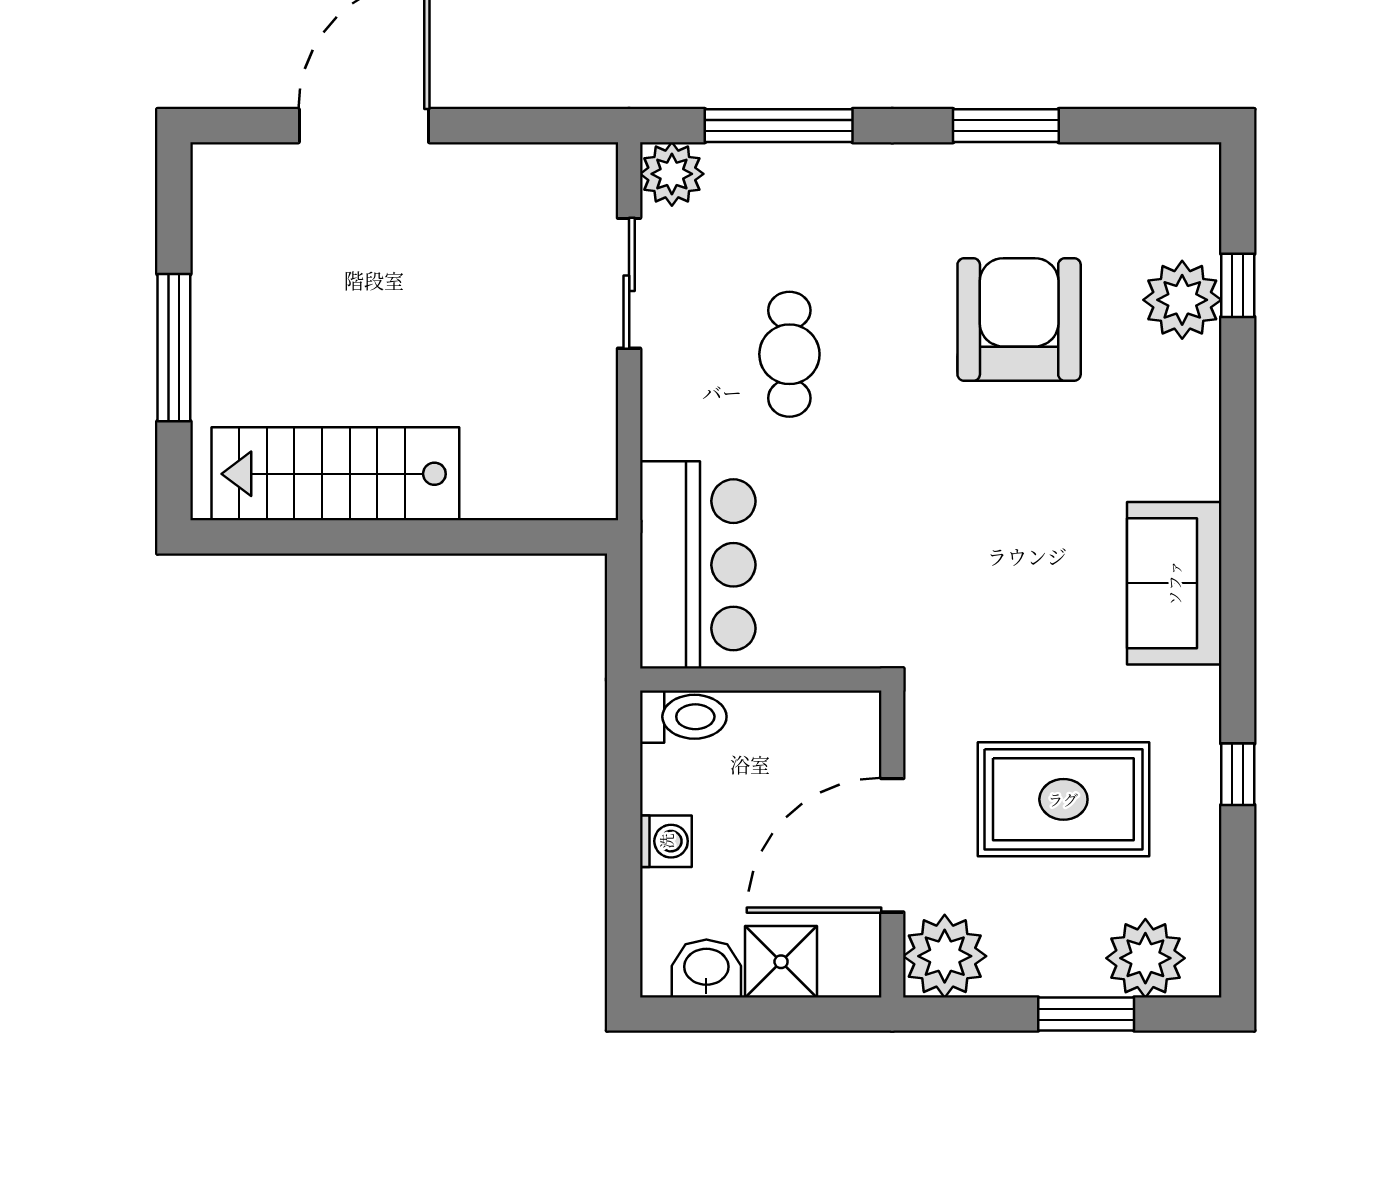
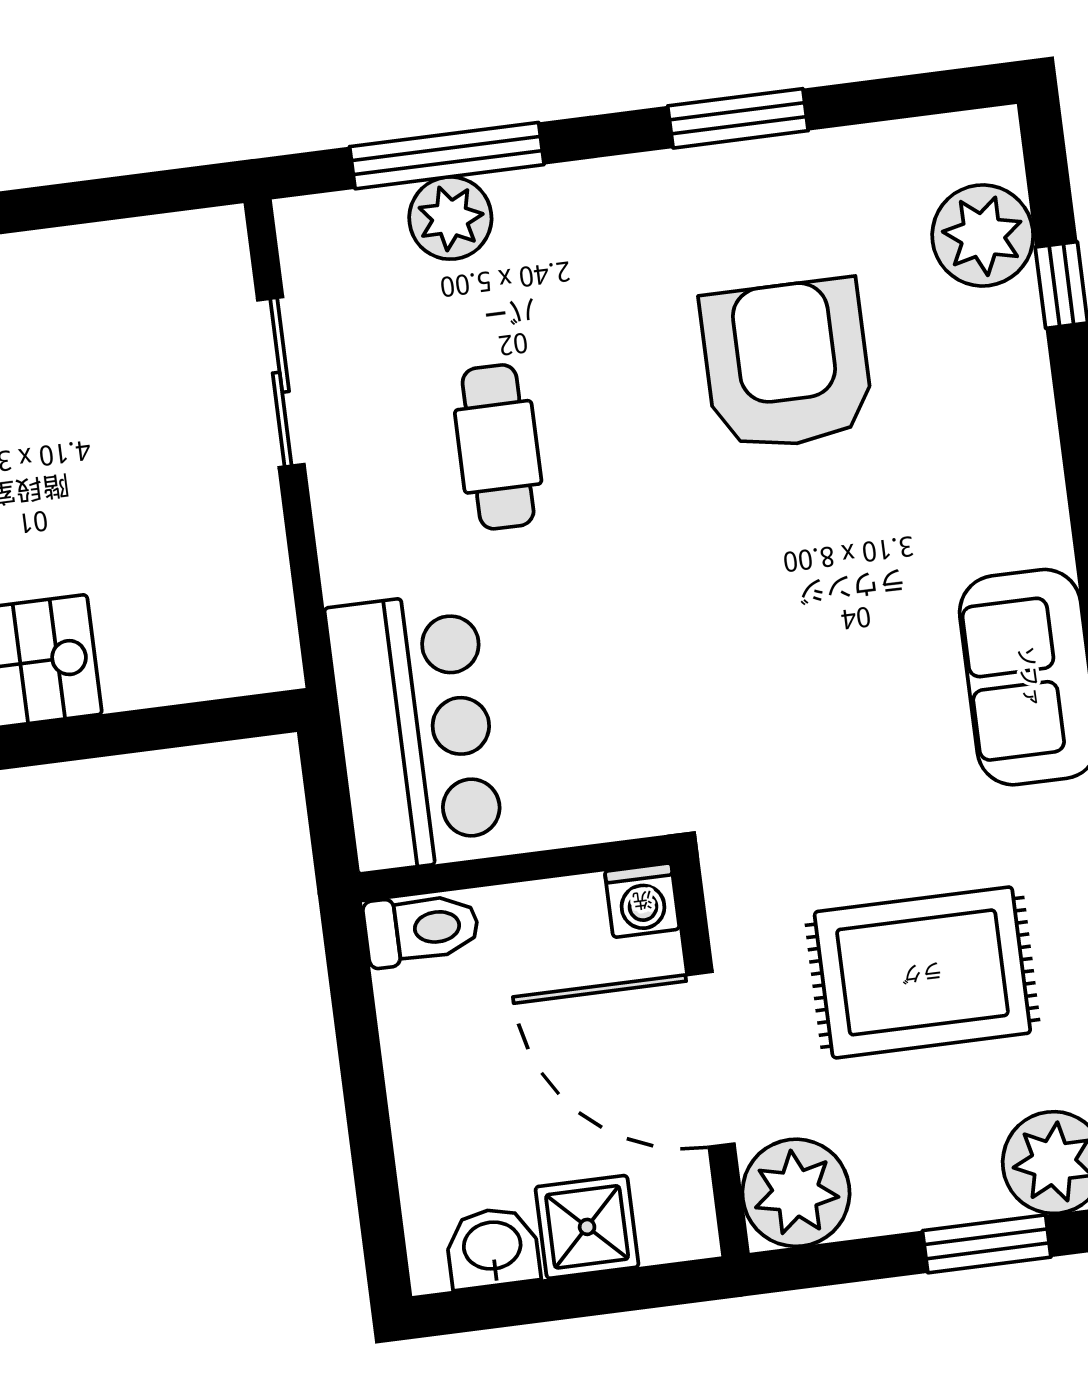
plant: (672, 174) -> (450, 218), moved
plant: (1182, 300) -> (983, 235), moved
washing machine: (666, 841) -> (642, 900), moved, turned 90
door: (892, 845) -> (711, 1059), hinge flipped

